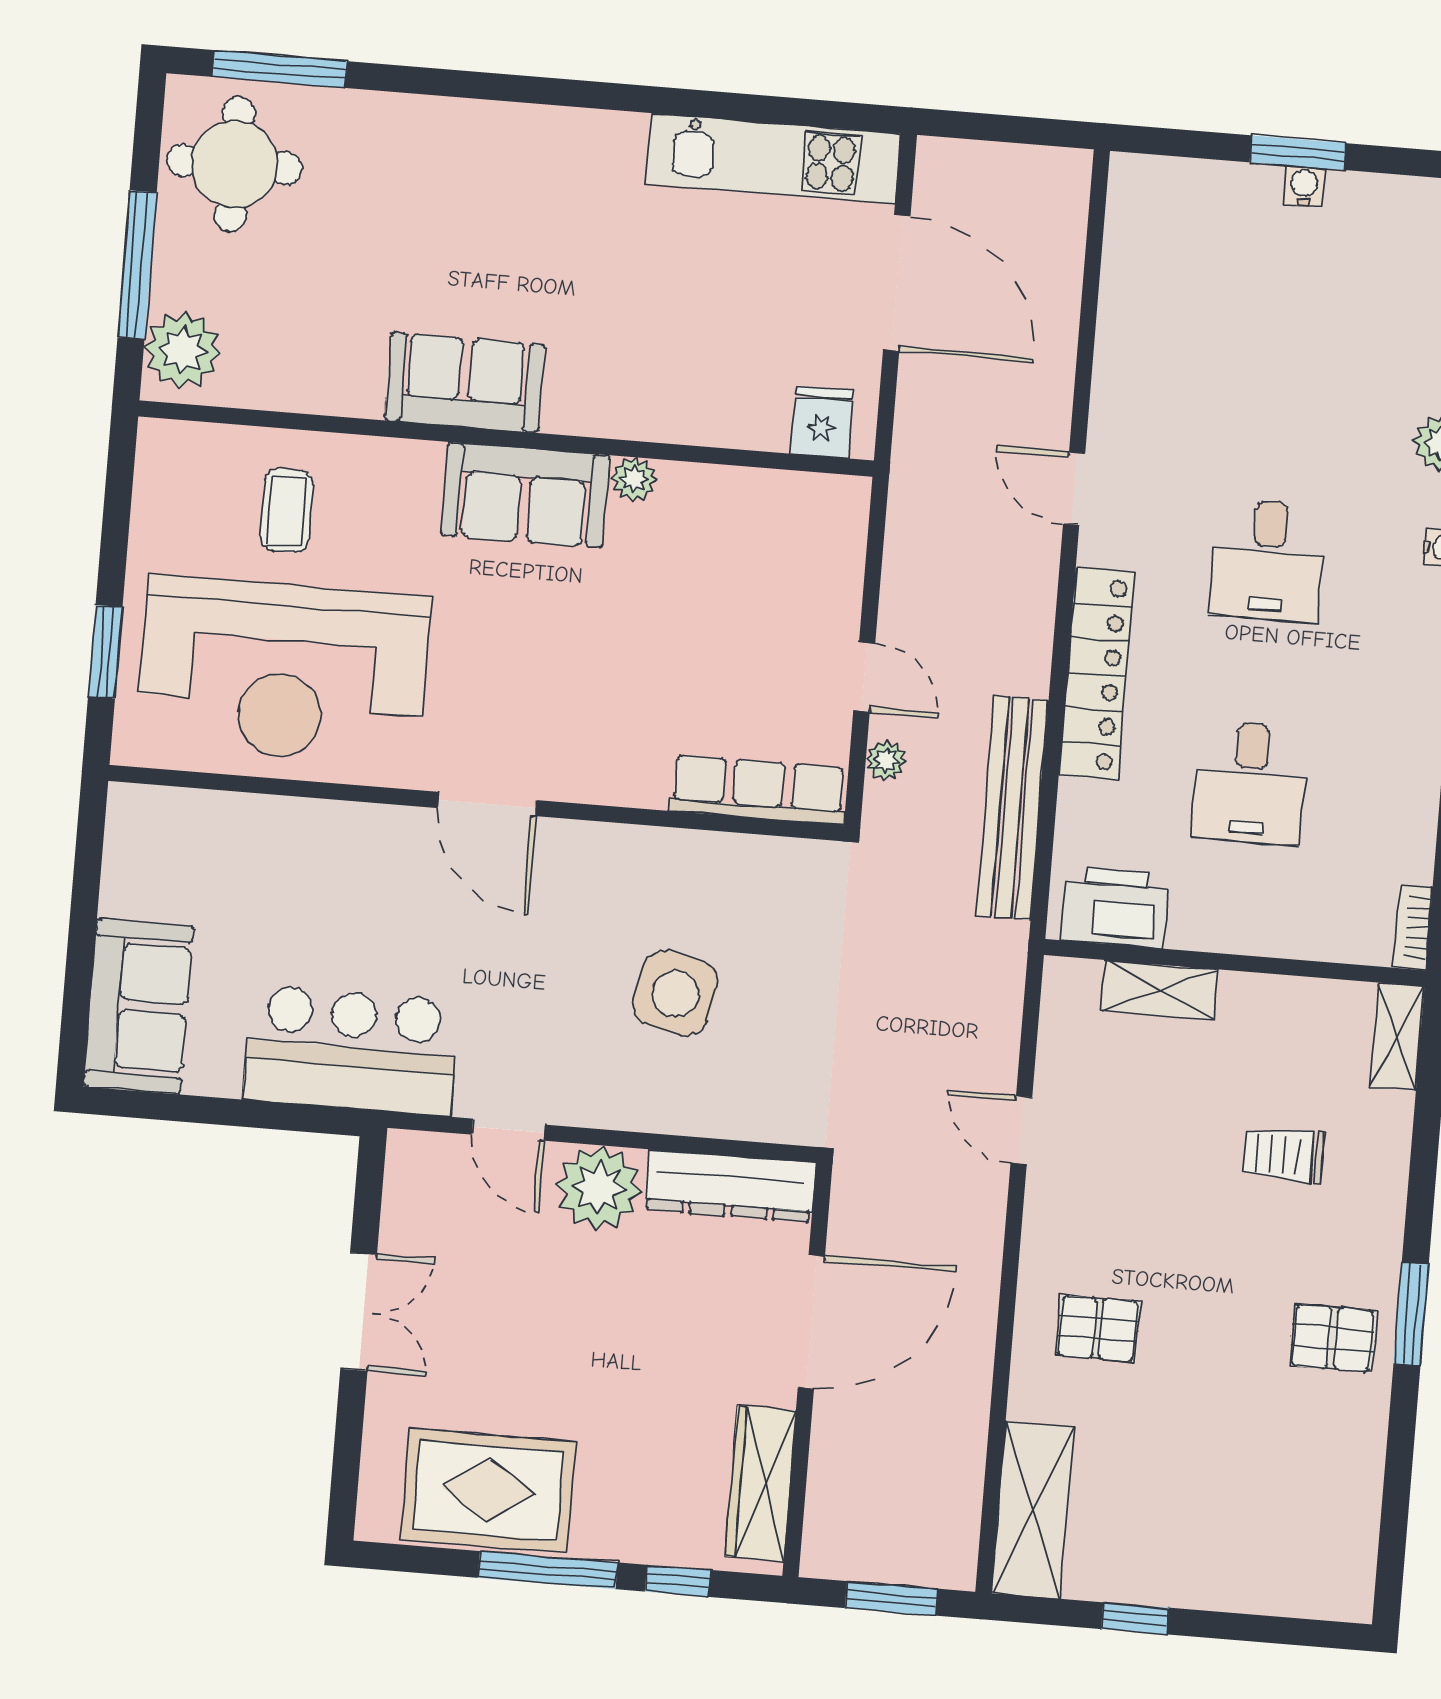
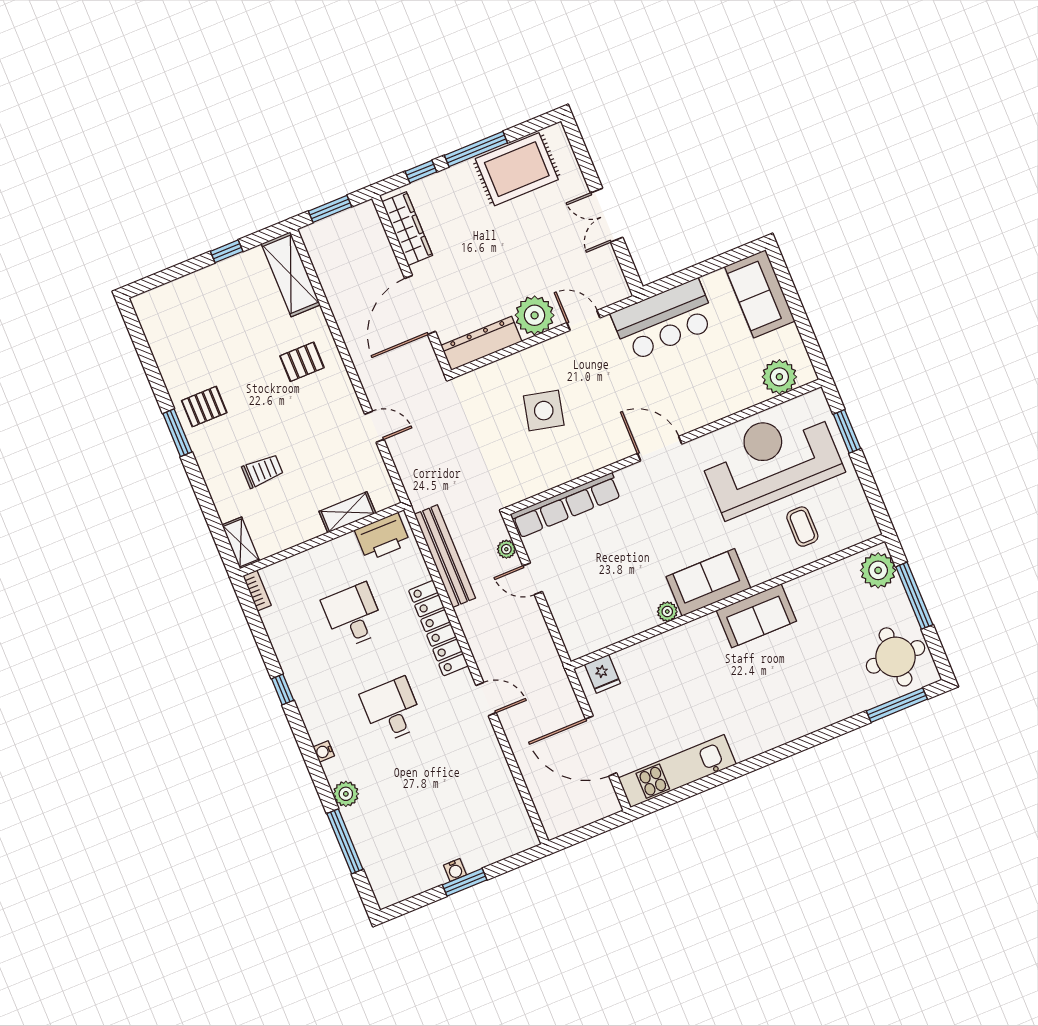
row of seats: (758, 790) -> (566, 505), width x1.36
plant: (183, 825) -> (779, 377), added

